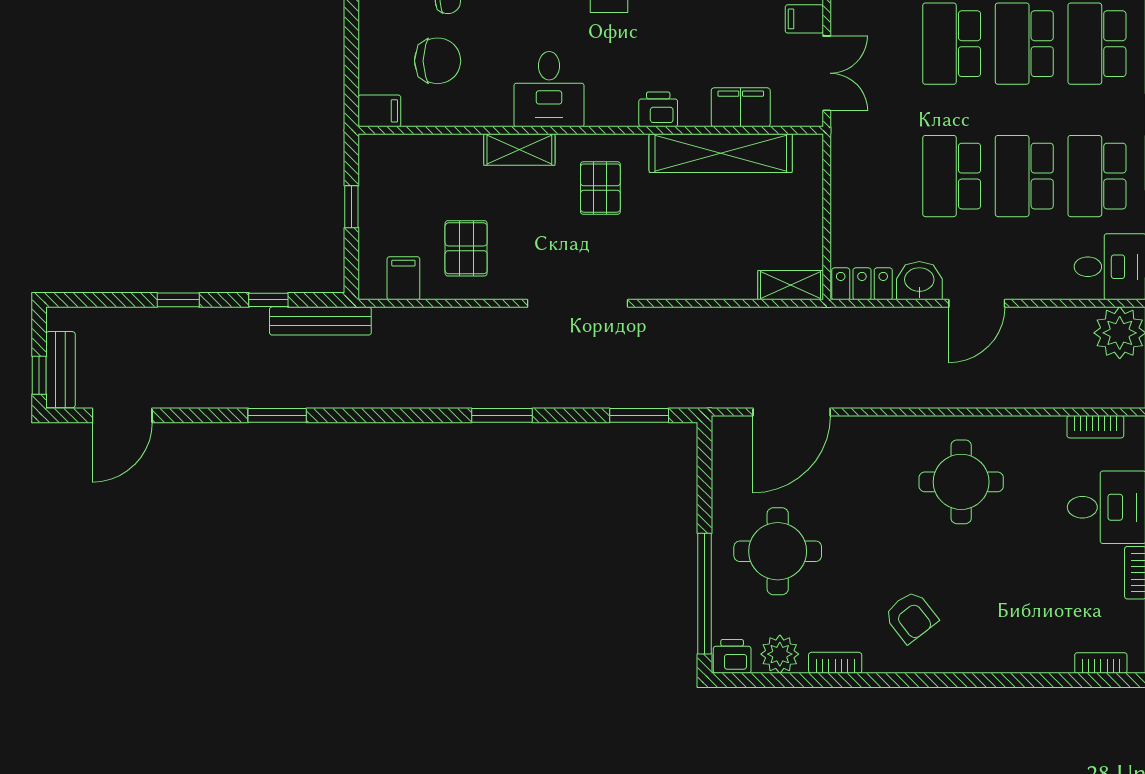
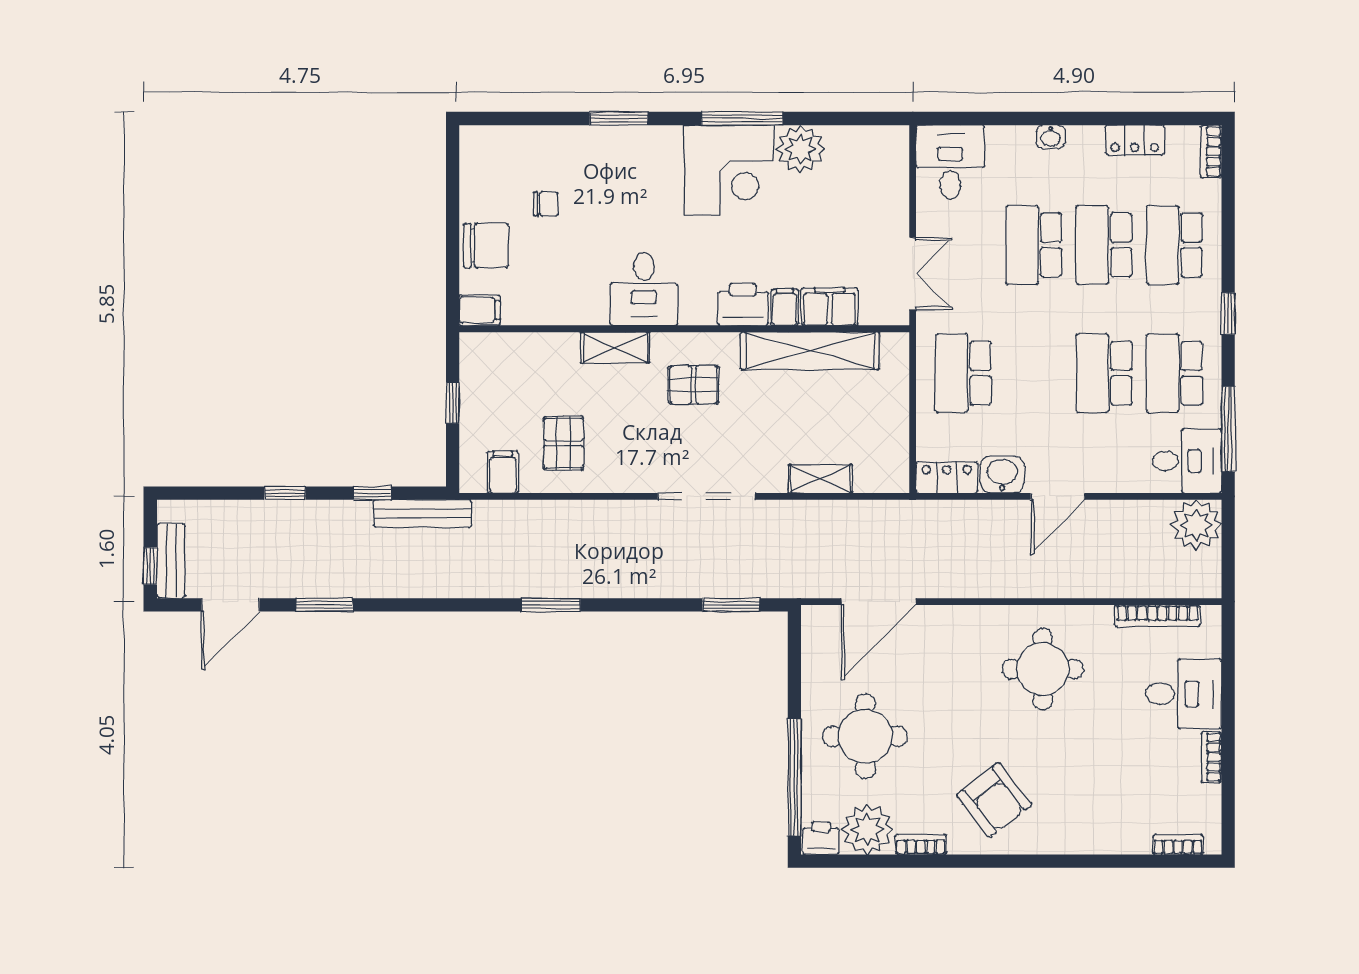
filing cabinet: (804, 19) -> (785, 307), moved, turned 90
chair: (438, 61) -> (486, 246), moved
printer: (658, 109) -> (743, 304), width x1.36, depth x1.24
school desk: (952, 176) -> (963, 373), moved
pallet: (600, 188) -> (694, 385), turned 90
shelving: (791, 285) -> (820, 479), moved
doorway: (578, 303) -> (706, 496), moved
window: (277, 415) -> (325, 605), moved
window: (502, 415) -> (551, 605), moved
bookcase: (1095, 427) -> (1157, 616), width x1.56
armchair: (911, 617) -> (994, 800), width x1.38, depth x1.38
plant: (780, 654) -> (867, 829), width x1.36, depth x1.36

